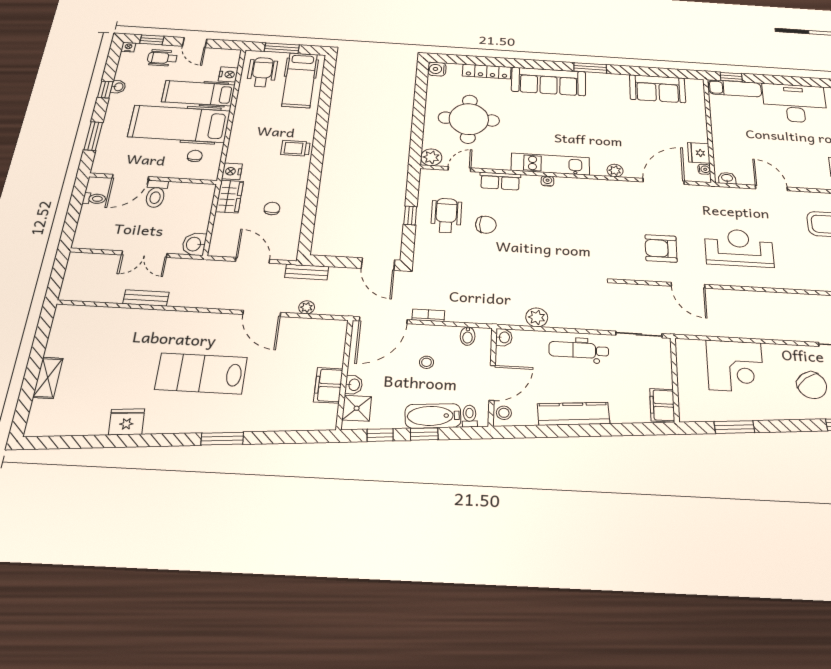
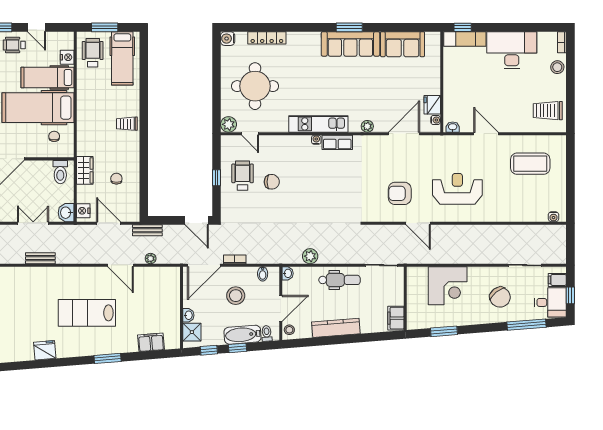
sofa: (549, 81) -> (350, 44), moved
door: (459, 169) -> (250, 134), swing flipped
nightstand: (232, 171) -> (83, 211), moved
row of seats: (500, 181) -> (337, 142), moved
toilet: (156, 194) -> (60, 172), moved
double door: (144, 254) -> (33, 223), swing flipped
dental chair: (579, 350) -> (339, 280), turned 180
stool: (426, 362) -> (236, 296), width x1.89, depth x1.89
filing cabinet: (328, 385) -> (151, 342), moved, turned 85

